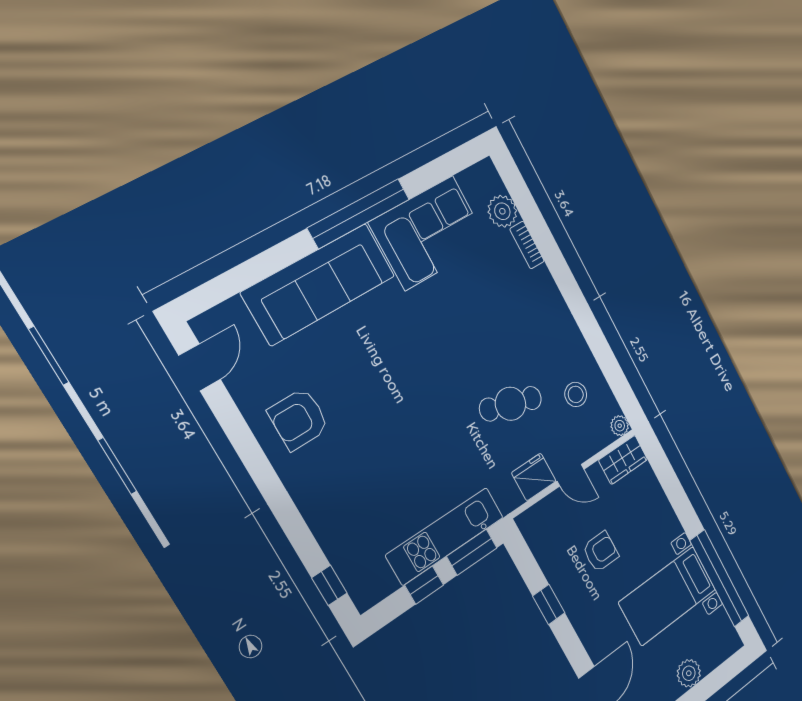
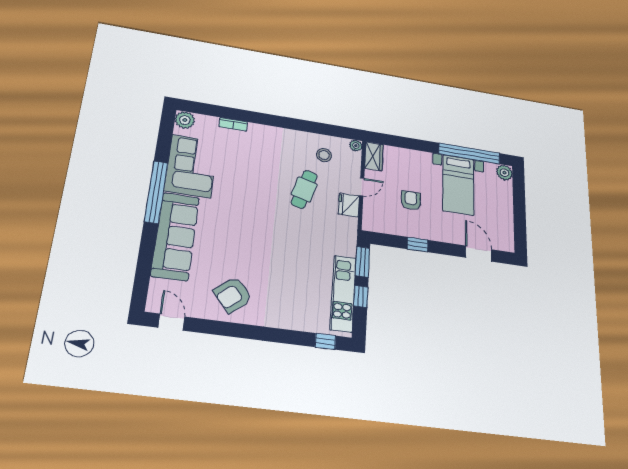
plant: (502, 211) -> (185, 120), moved
armchair: (299, 419) -> (233, 295), turned 50
kitchen unit: (445, 536) -> (343, 293), moved
plant: (689, 673) -> (504, 173), moved

